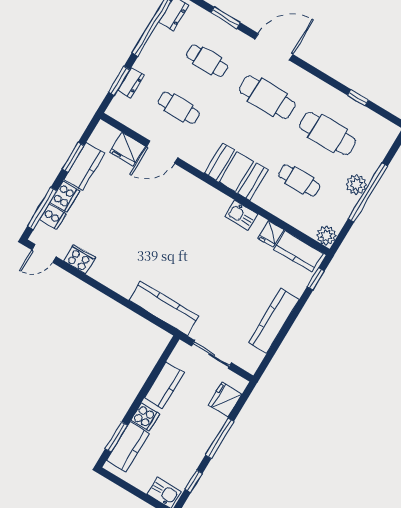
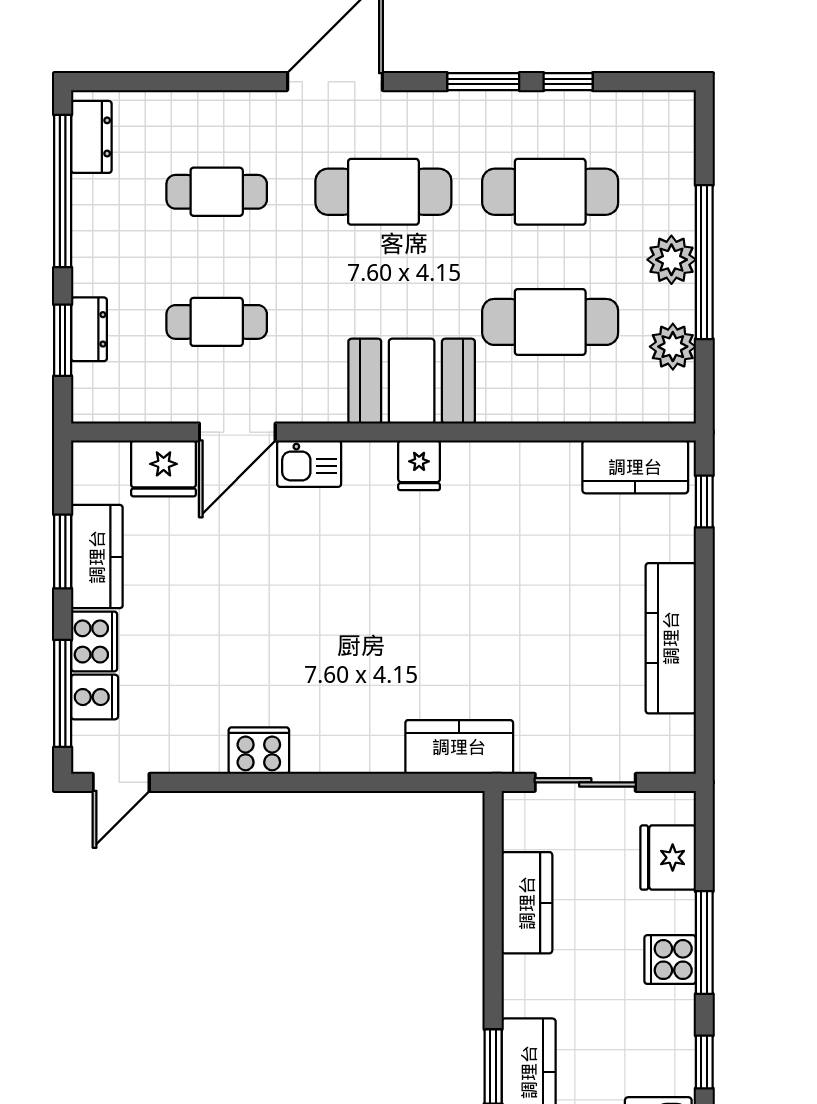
window: (225, 18) -> (483, 82), moved
cafe table: (299, 180) -> (550, 322), width x1.37, depth x1.35
kitchen sink: (241, 215) -> (309, 464), moved
fridge: (271, 234) -> (419, 465), moved
plant: (326, 236) -> (673, 347), moved
cooker: (79, 259) -> (259, 751), moved
kitchen counter: (164, 308) -> (459, 747), width x0.67
cooker: (145, 417) -> (670, 960), moved, turned 180

